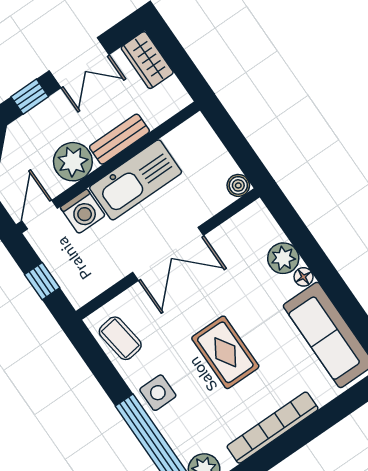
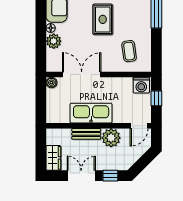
washing machine: (83, 211) -> (141, 85), moved, turned 180
double door: (168, 254) -> (82, 75), moved
coffee table: (120, 338) -> (129, 51), moved
side table: (158, 393) -> (141, 22), removed

